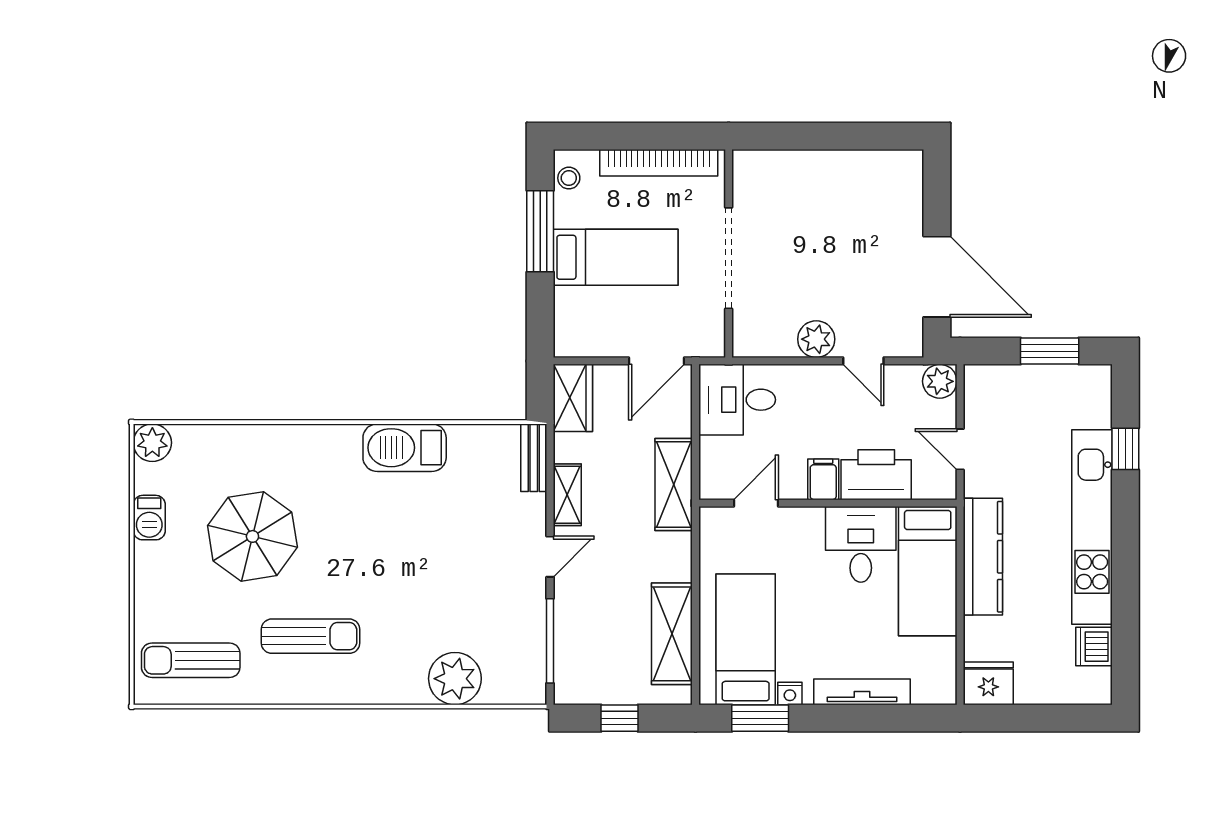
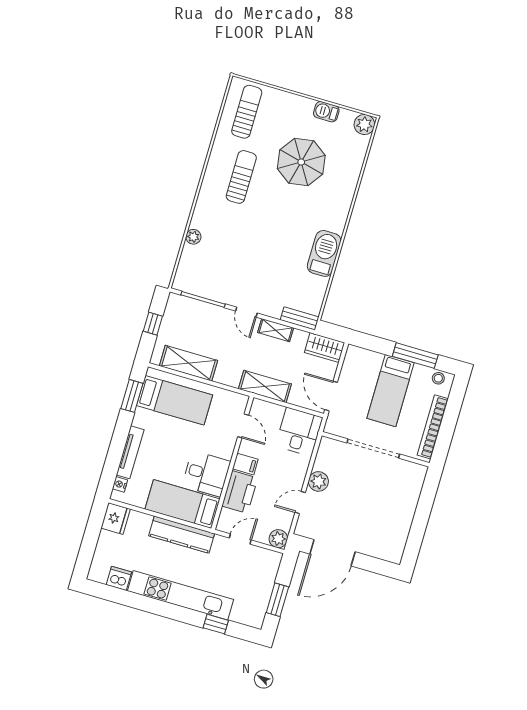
sun lounger: (311, 636) -> (241, 177), turned 180
plant: (455, 679) -> (193, 237), width x0.53, depth x0.53
nightstand: (790, 693) -> (120, 484), moved

